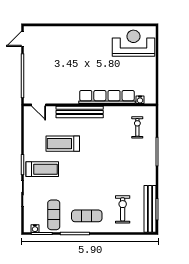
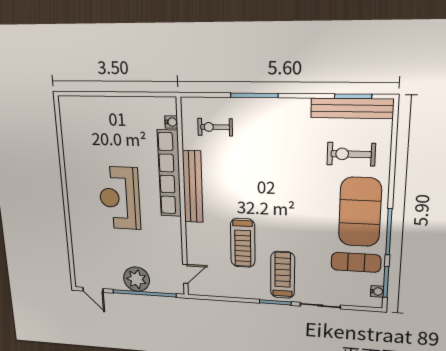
reception desk: (133, 43) -> (120, 198), moved
plant: (33, 71) -> (137, 279), added
bench: (80, 112) -> (193, 187), moved
exercise mat: (87, 216) -> (360, 212), width x2.00, depth x1.45

